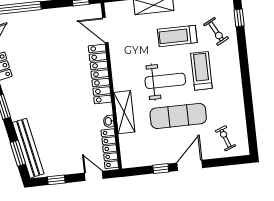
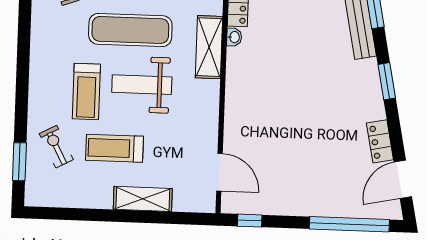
window: (239, 18) -> (19, 162), width x1.50
treadmill: (177, 36) -> (115, 148), turned 180
locker: (100, 74) -> (237, 109), removed

